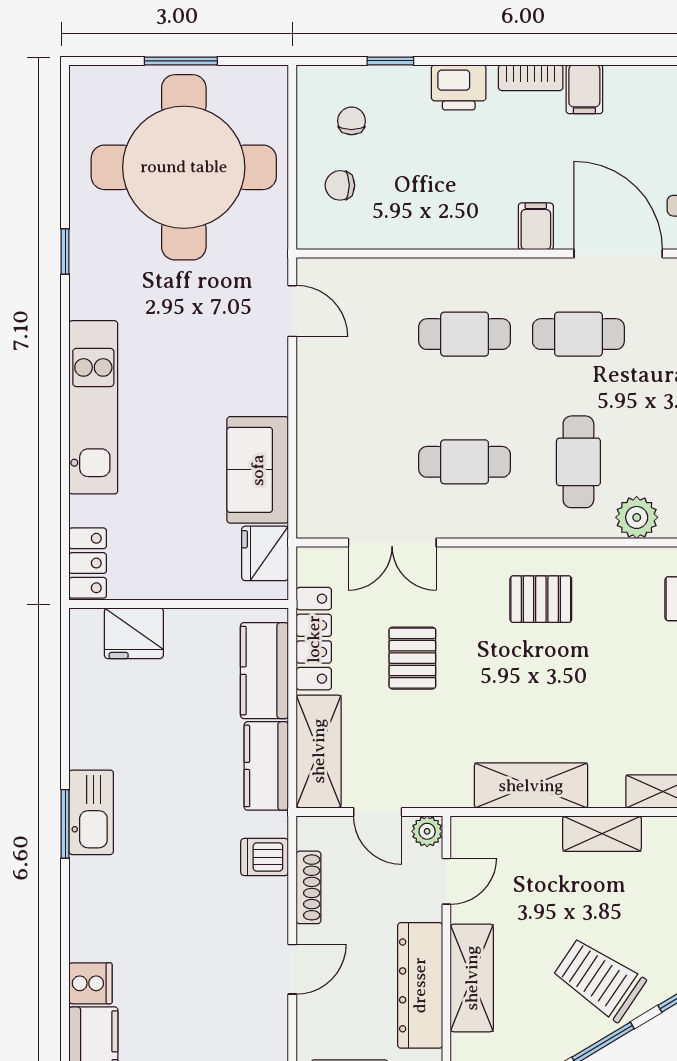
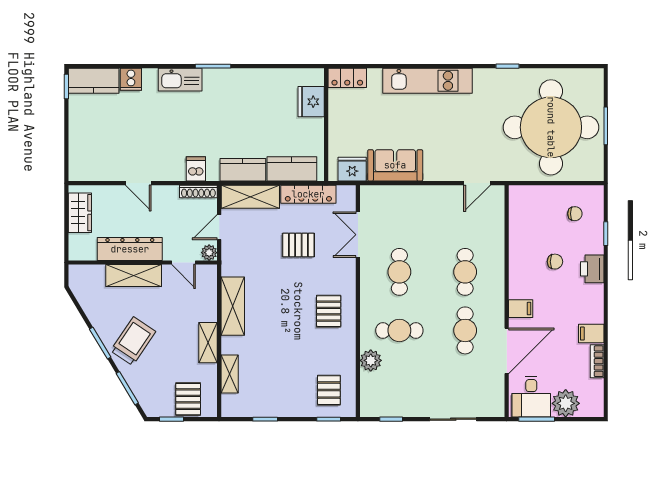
bookcase: (531, 78) -> (597, 361), moved
chair: (340, 185) -> (555, 262), moved, turned 90
kitchen sink: (91, 812) -> (180, 80), moved
shoe rack: (309, 887) -> (198, 192), moved

